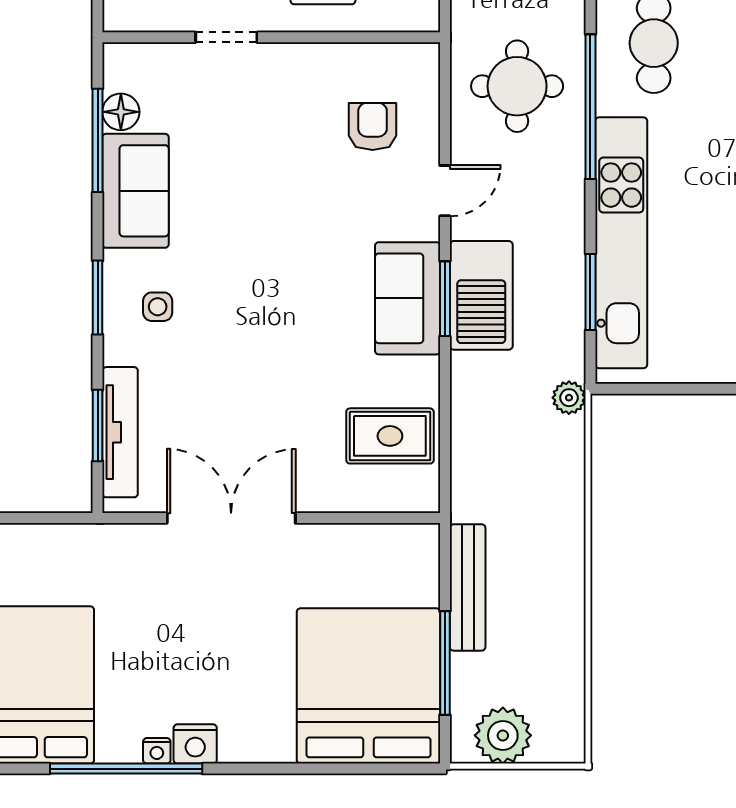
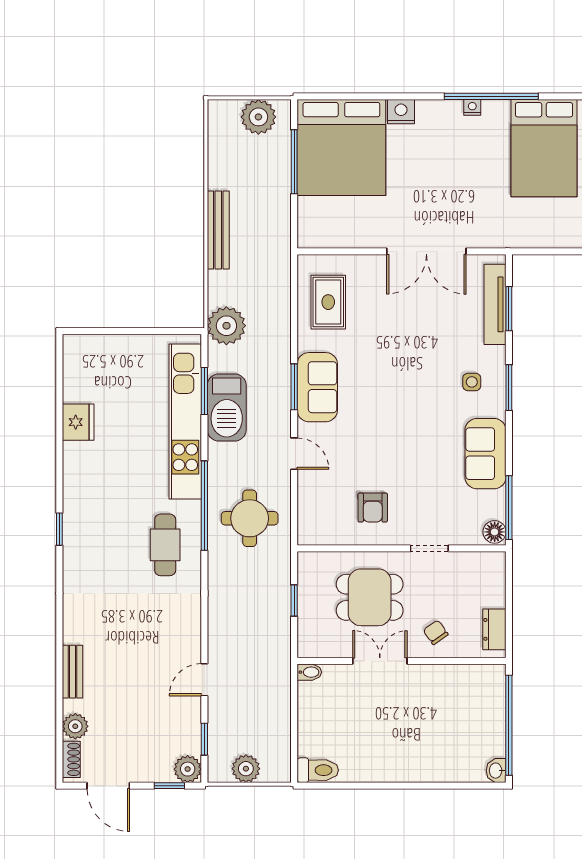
floor lamp: (121, 112) -> (495, 532), moved
armchair: (373, 126) -> (373, 508), moved
window: (98, 140) -> (509, 508), moved
door: (445, 191) -> (294, 454), swing flipped
barbecue: (481, 295) -> (227, 408), moved, turned 180
plant: (569, 398) -> (226, 326), width x1.88, depth x1.88
rug: (390, 436) -> (328, 302), turned 90
bench: (468, 587) -> (218, 230), moved
nightstand: (195, 744) -> (401, 112), moved

